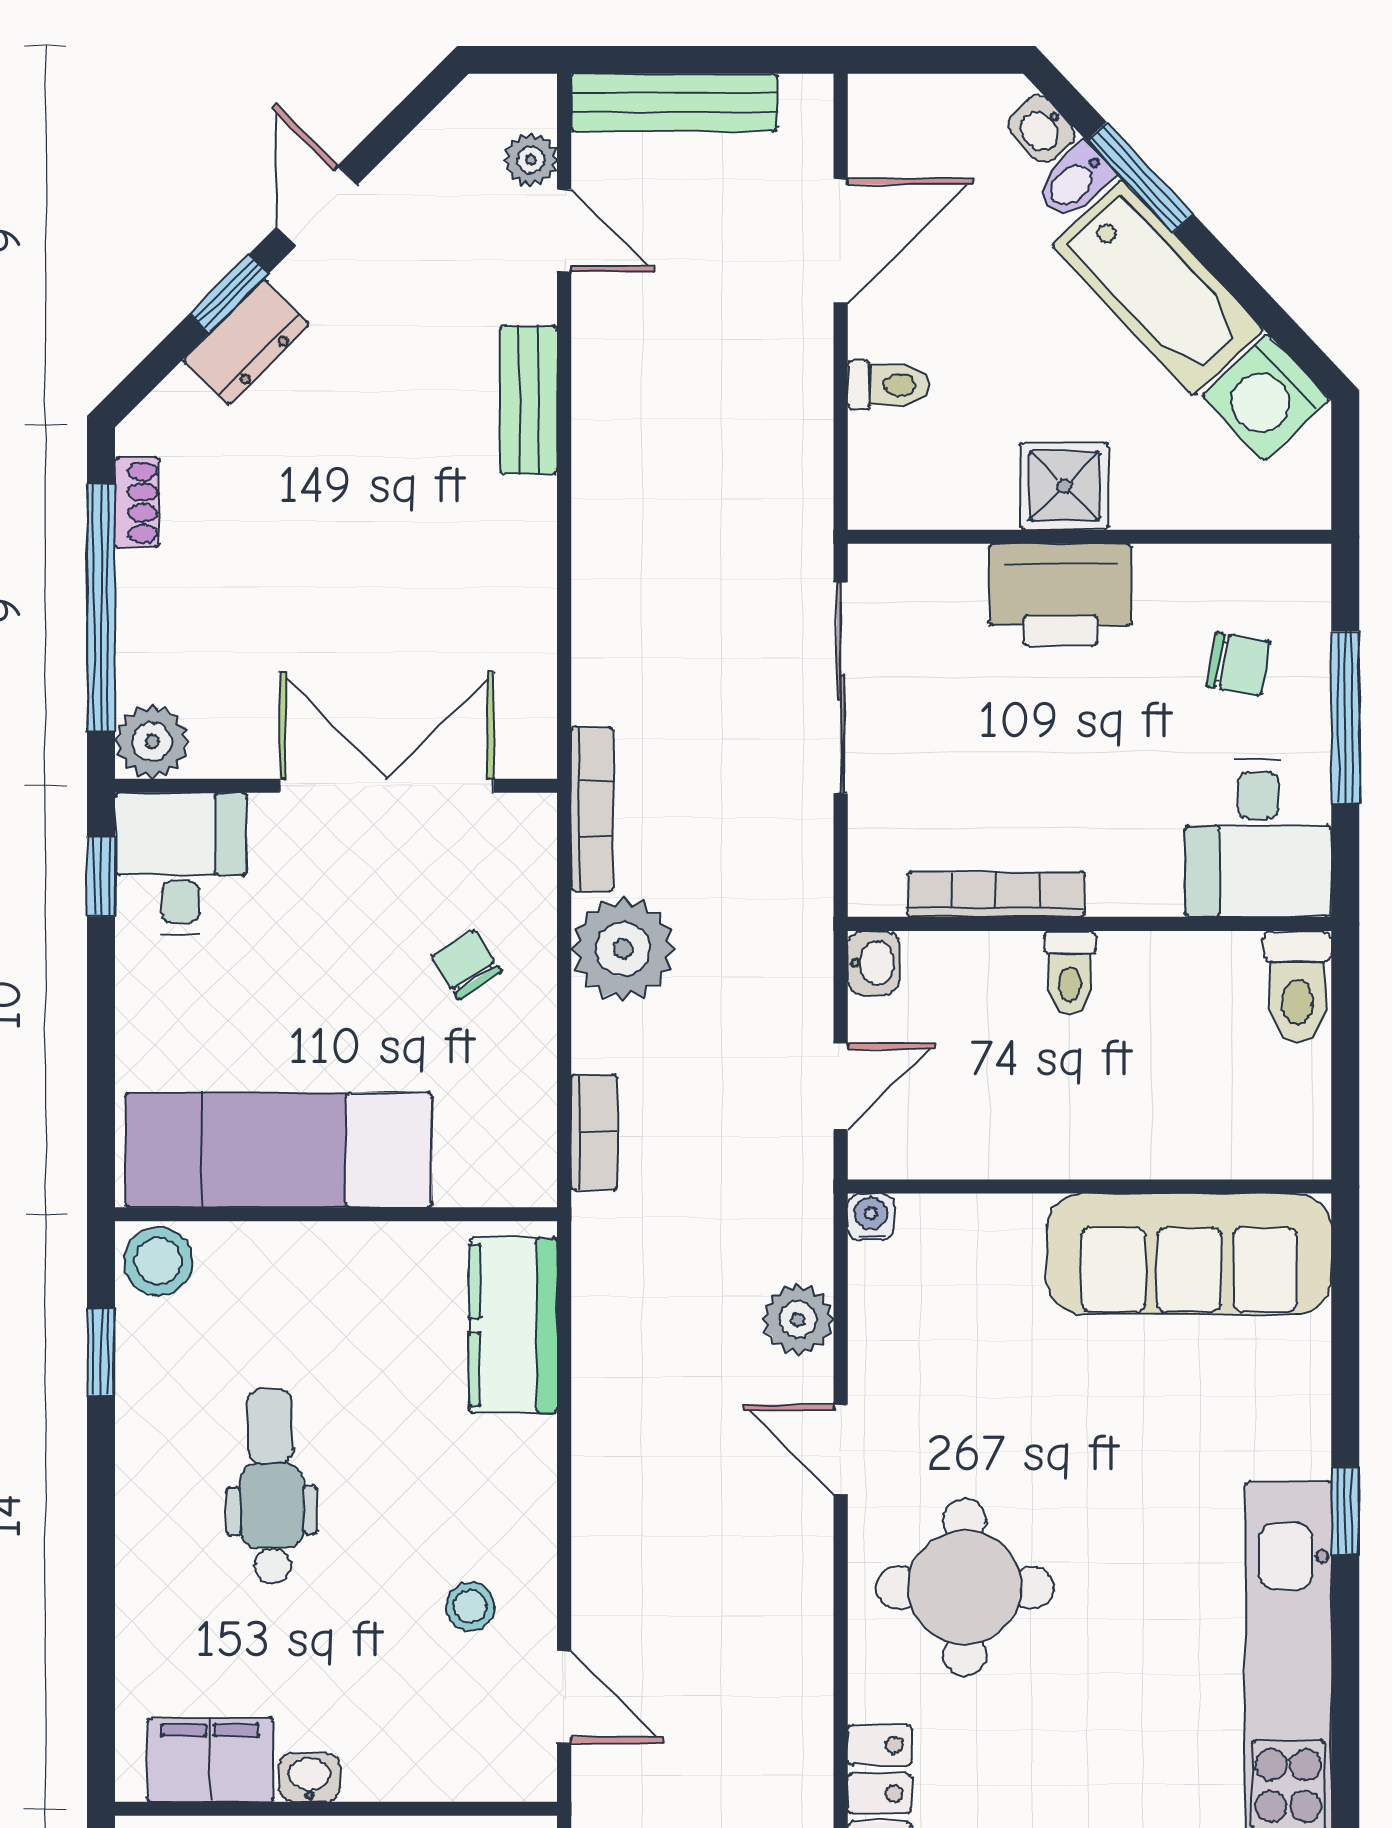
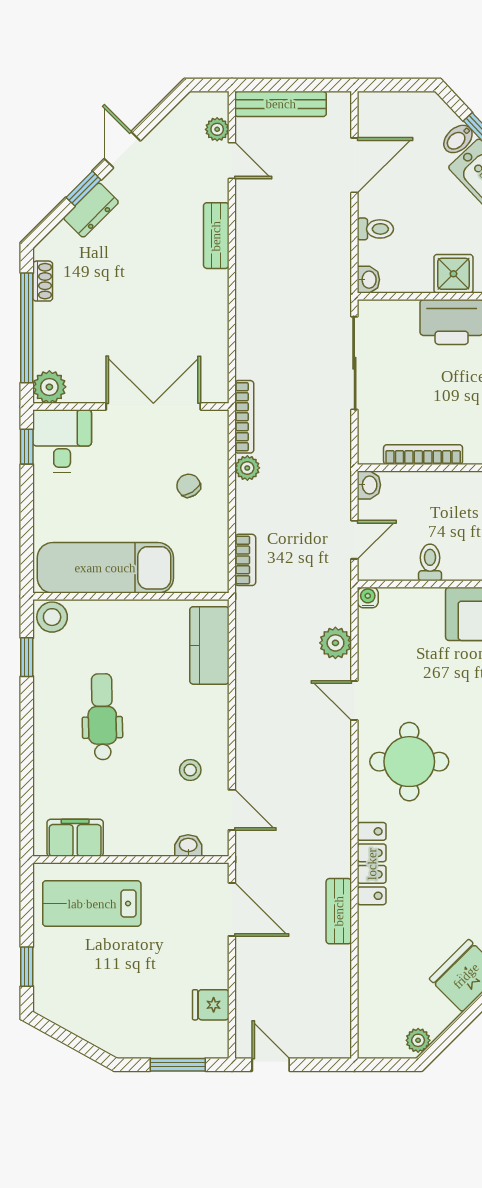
washbasin: (1041, 129) -> (368, 280), moved, turned -137
plant: (623, 949) -> (247, 468), width x0.53, depth x0.53
toilet: (1070, 972) -> (430, 563), moved, turned 180
washbasin: (309, 1777) -> (188, 846), moved

